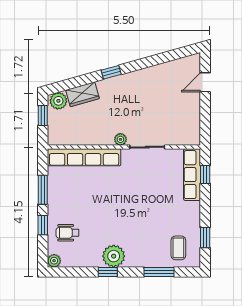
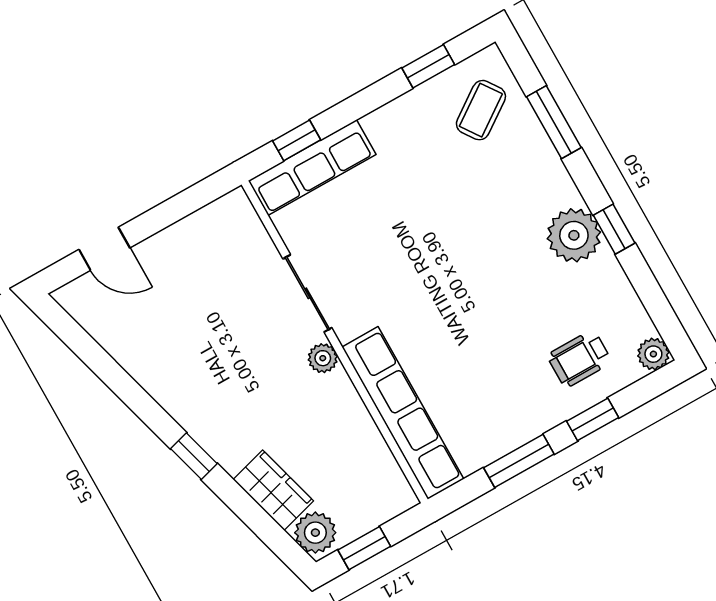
wheelchair: (68, 233) -> (579, 359), turned 90
coffee table: (178, 248) -> (481, 110), turned -35

